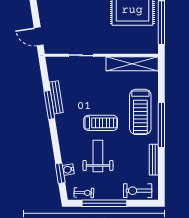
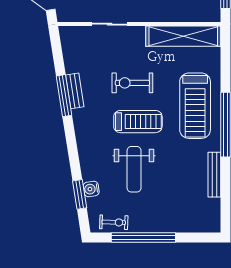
bench: (56, 97) -> (75, 91), width x0.73
weight bench: (98, 156) -> (134, 169), turned 180
exercise bike: (138, 191) -> (132, 83), moved

